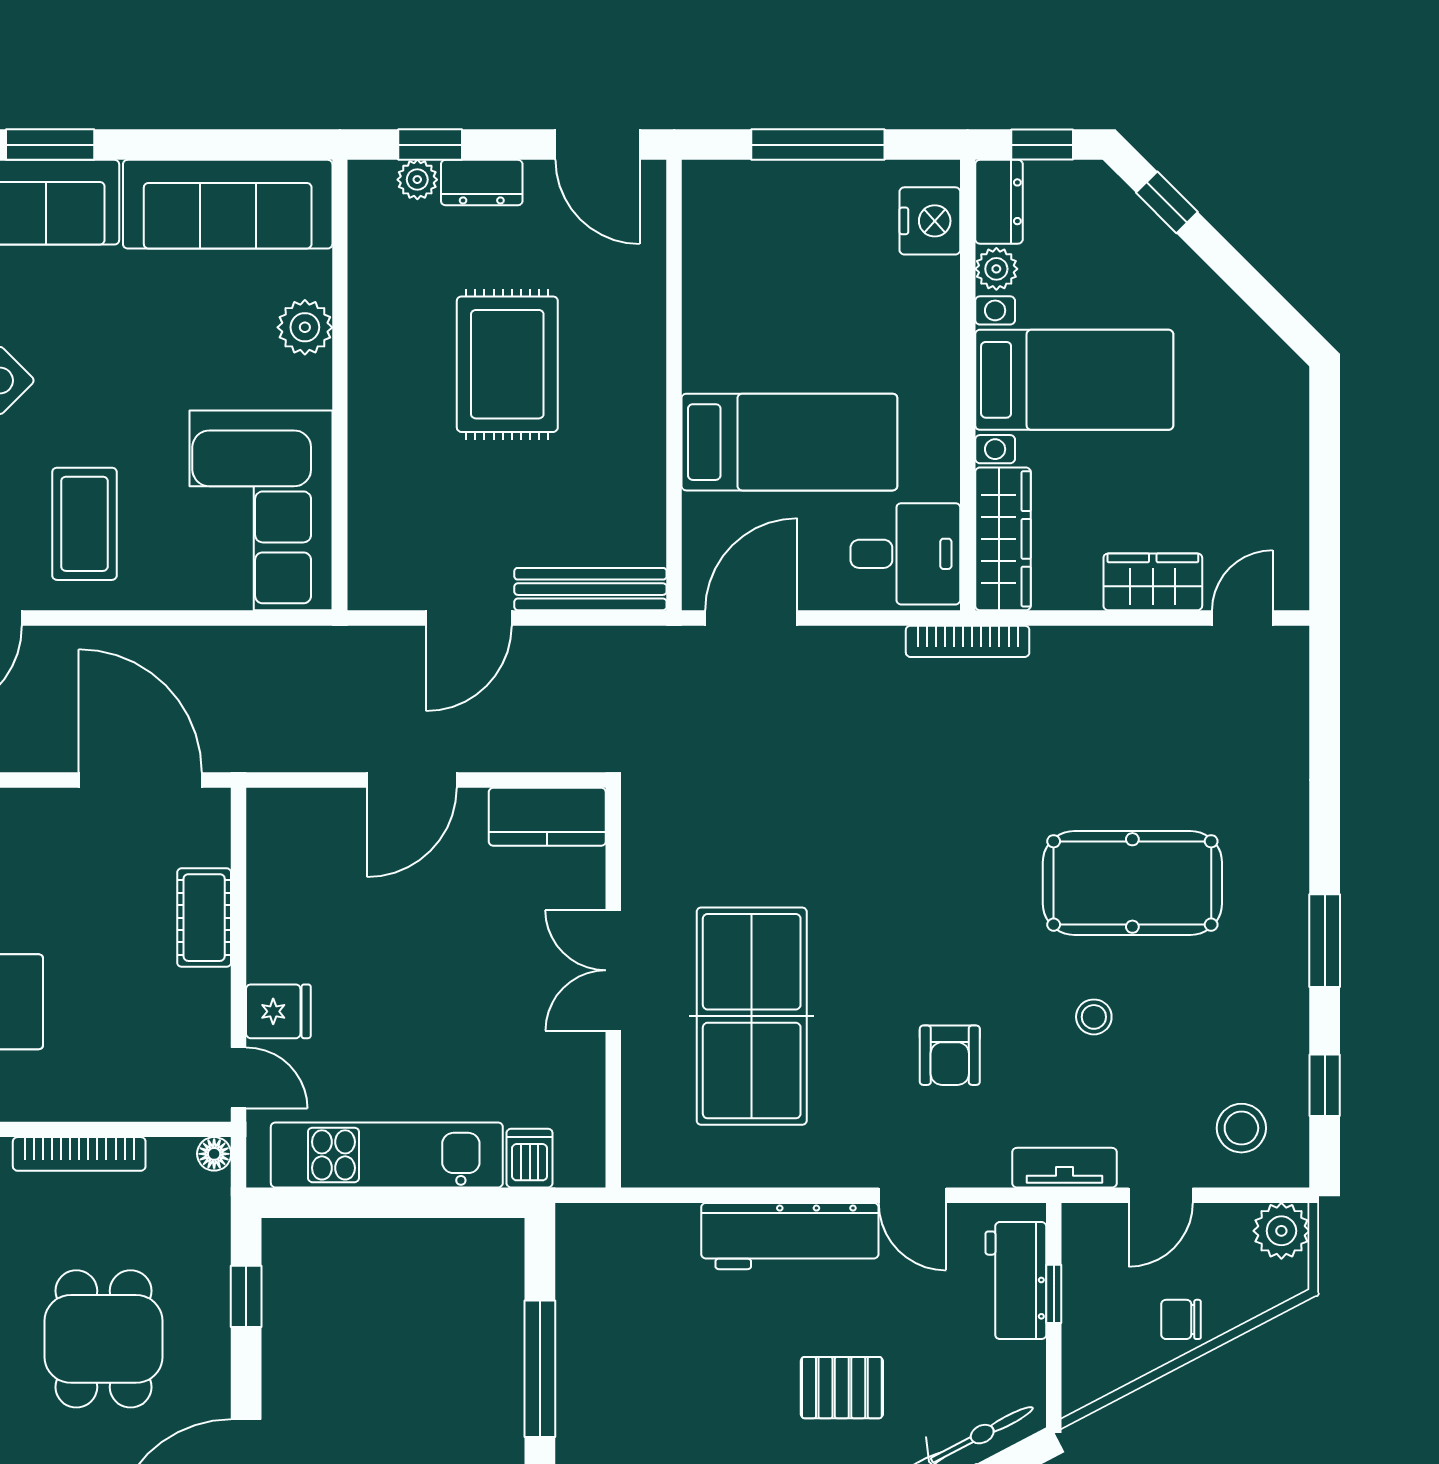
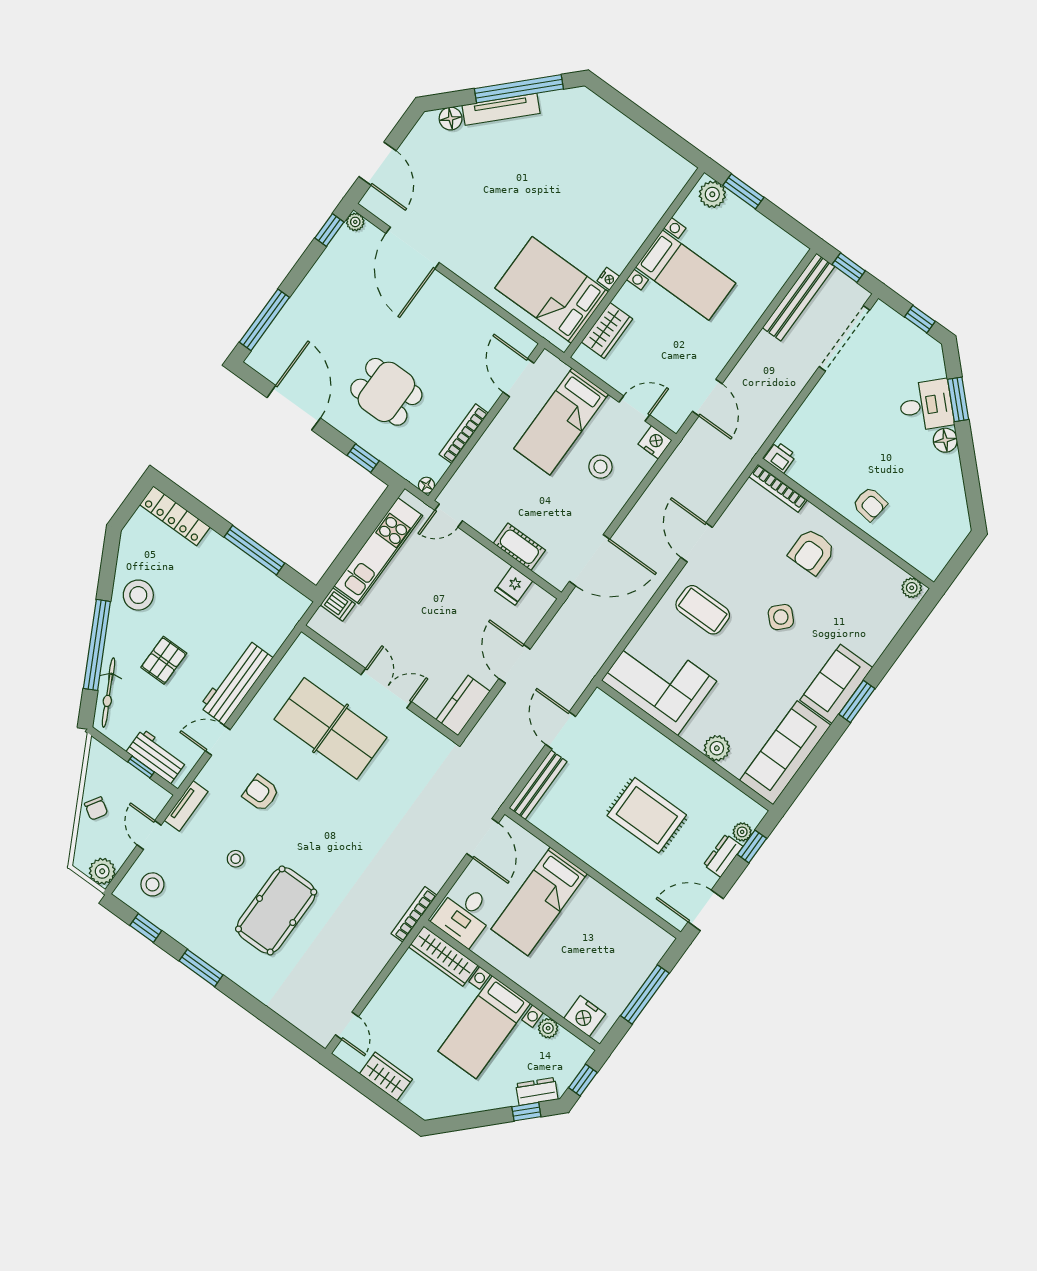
dresser: (999, 202) -> (537, 1091), moved, turned 135
wardrobe: (1153, 582) -> (386, 1076), moved, turned -90
fridge: (278, 1011) -> (514, 586), moved
chair: (1181, 1319) -> (96, 808), turned 122

